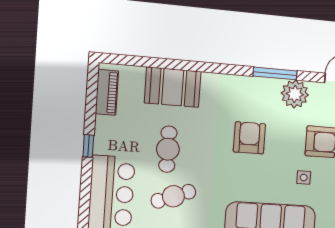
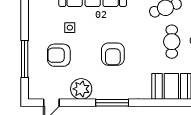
window: (275, 73) -> (112, 103), moved

